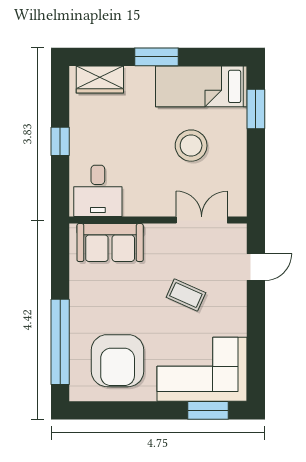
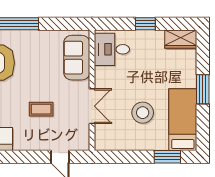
wardrobe: (100, 79) -> (181, 39), moved, turned -90
double door: (202, 220) -> (92, 106), moved
coffee table: (186, 295) -> (41, 109), turned 66

